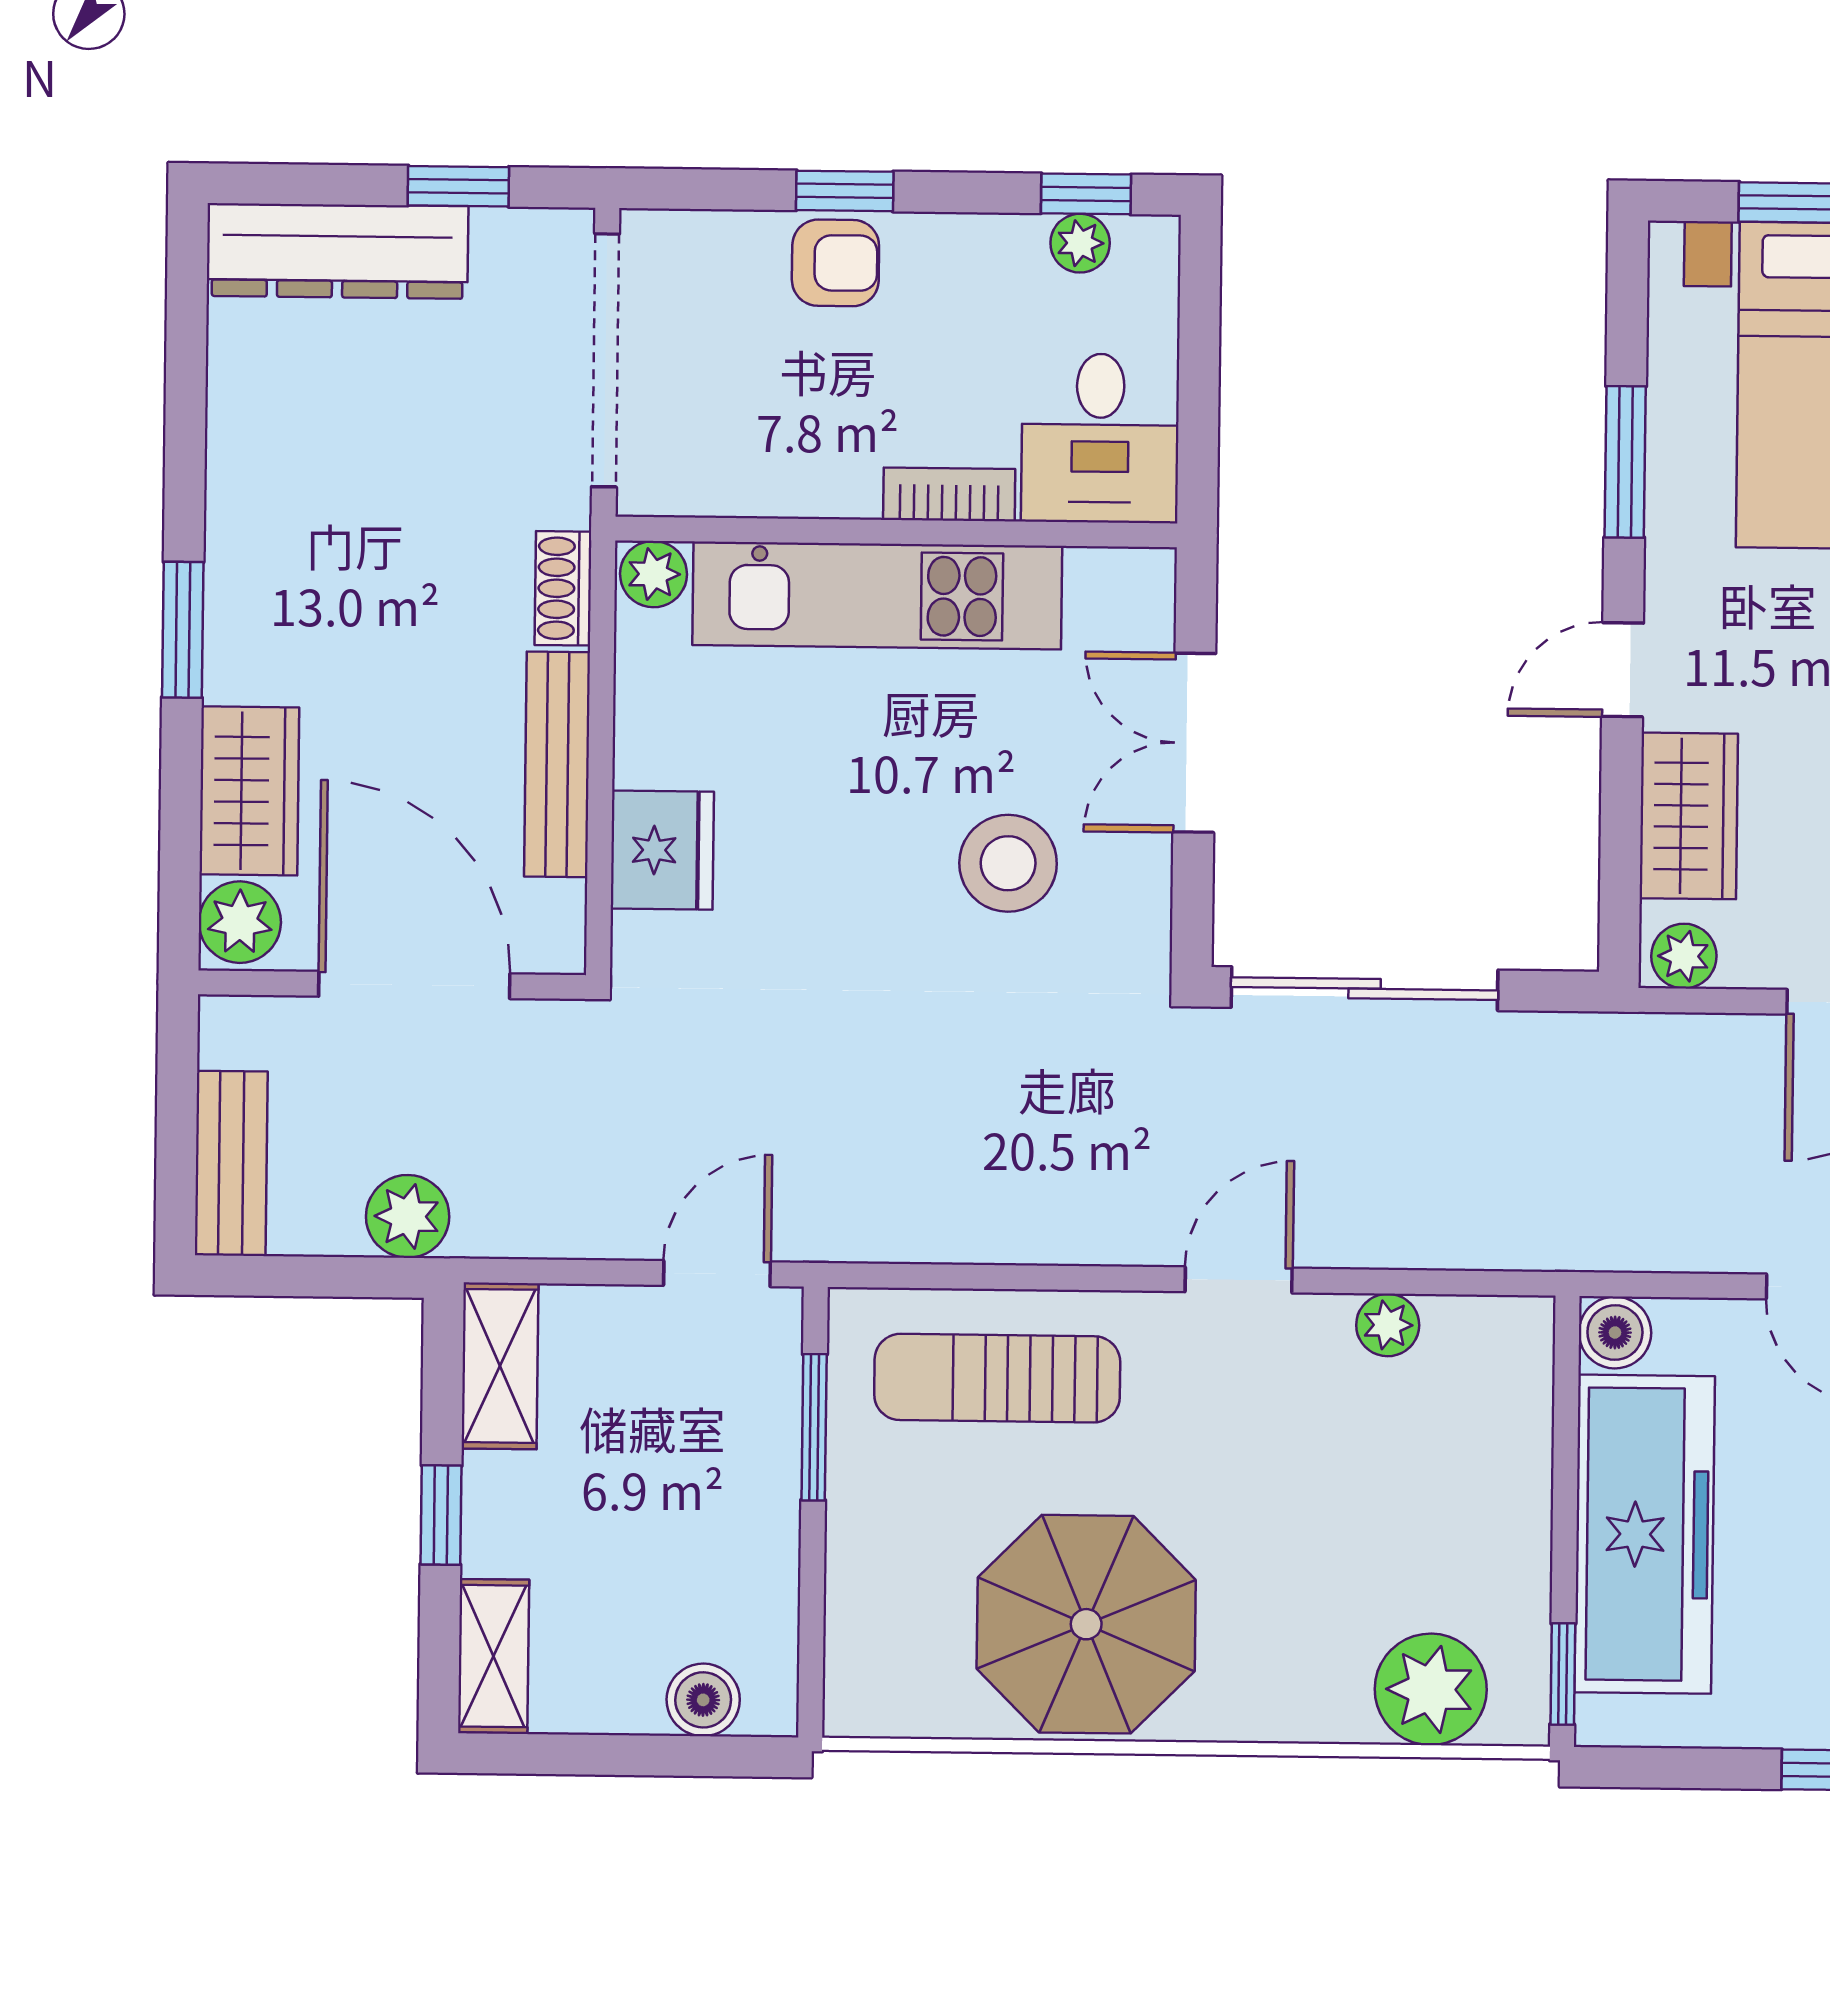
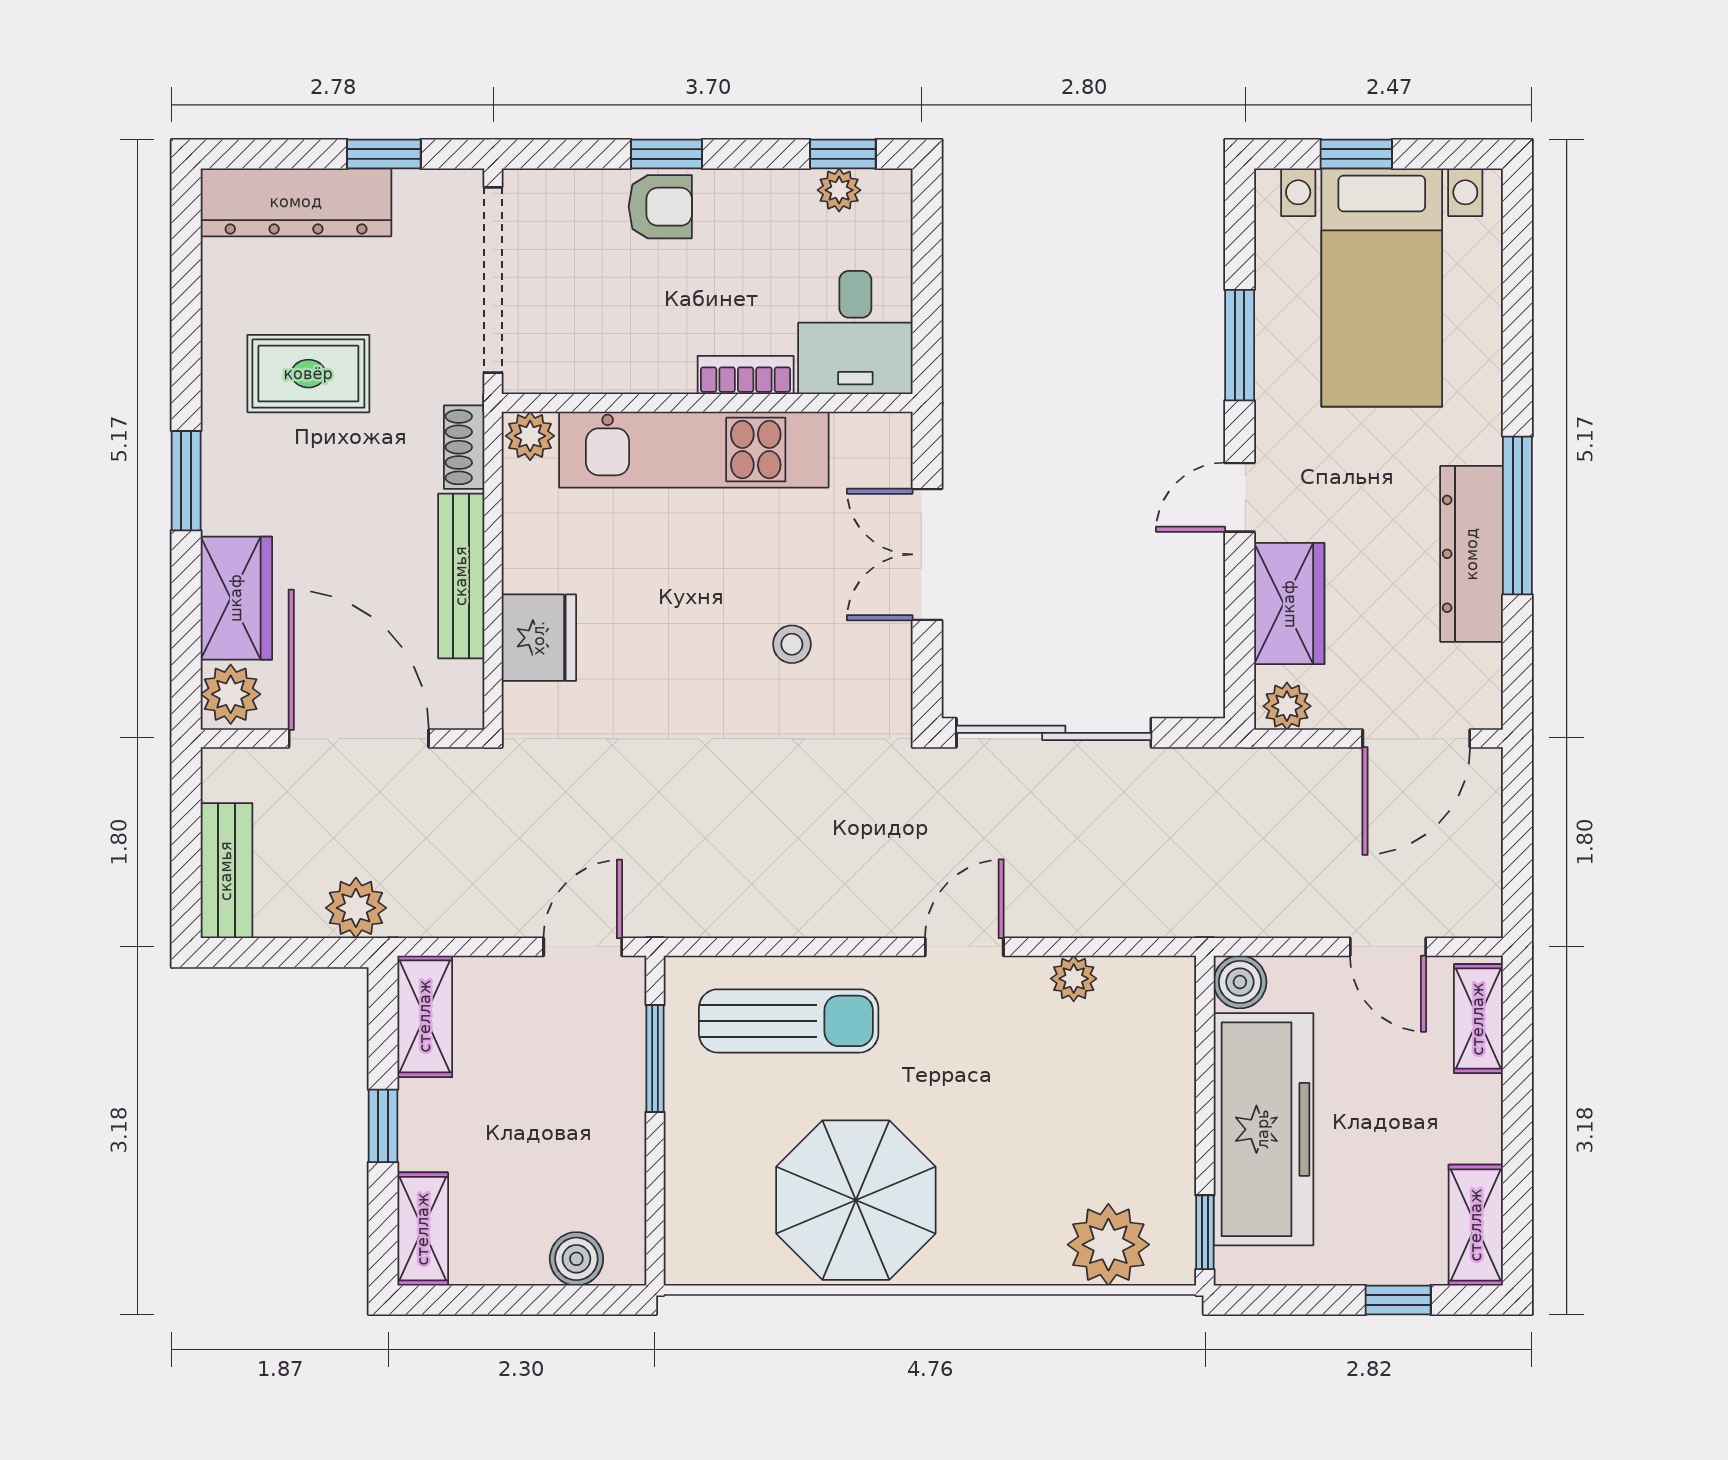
rug: (351, 485) -> (308, 374), added
stool: (1008, 863) -> (792, 644), width x0.53, depth x0.53
sun lounger: (997, 1378) -> (789, 1021), turned 180

